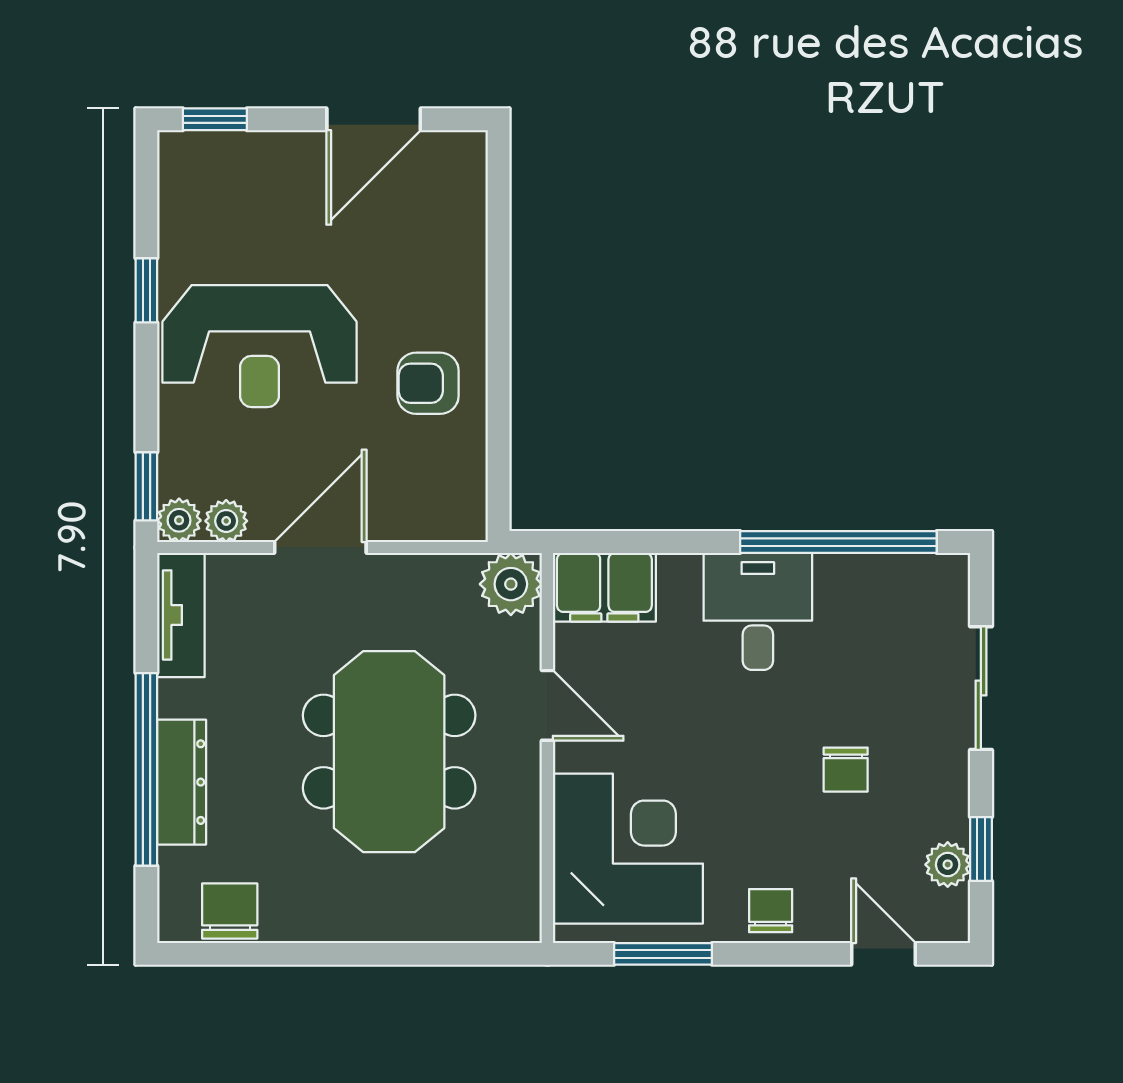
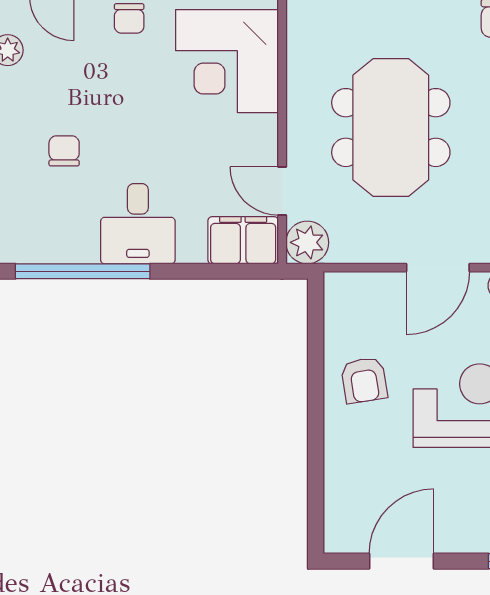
armchair: (428, 383) -> (364, 380), turned 81
door: (547, 705) -> (282, 191), moved
chair: (846, 770) -> (64, 151), moved

